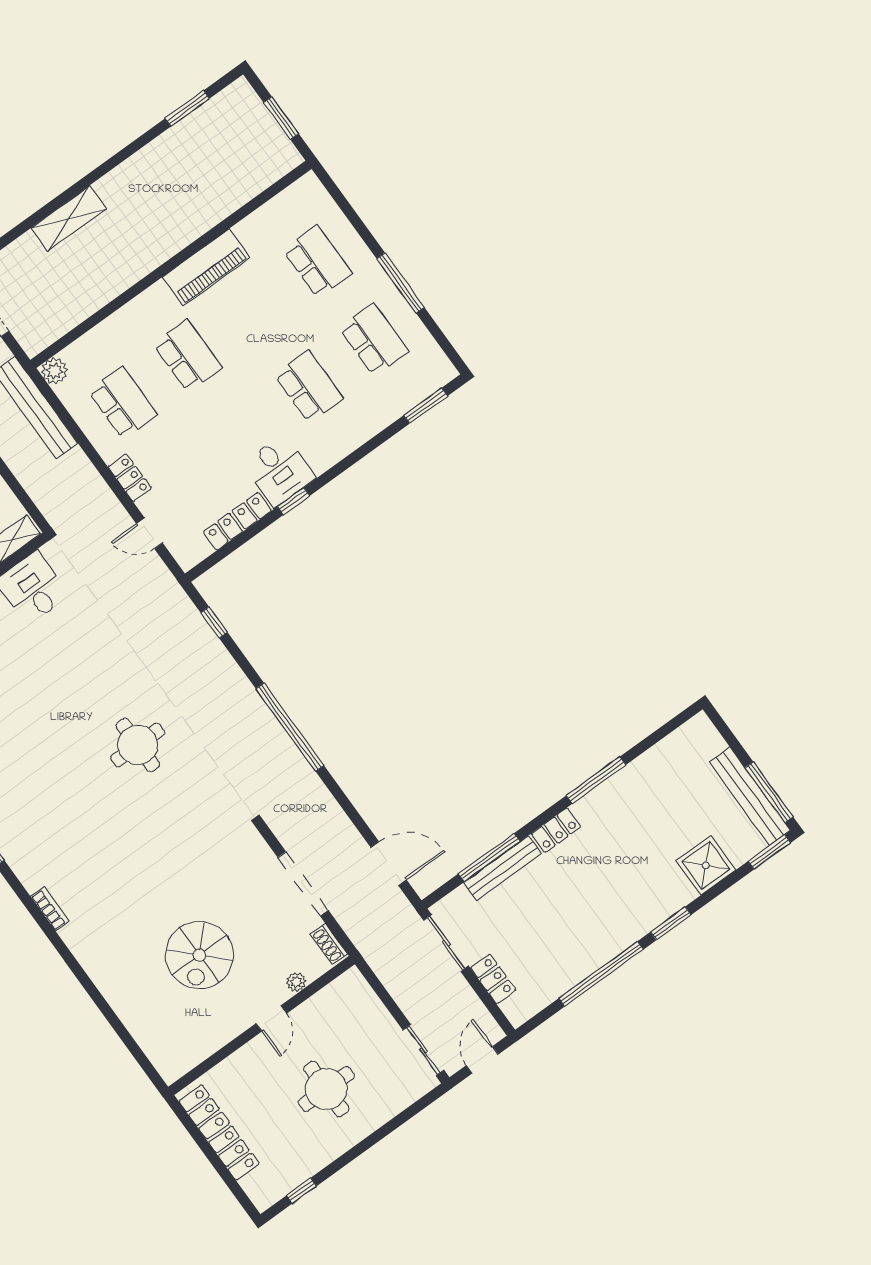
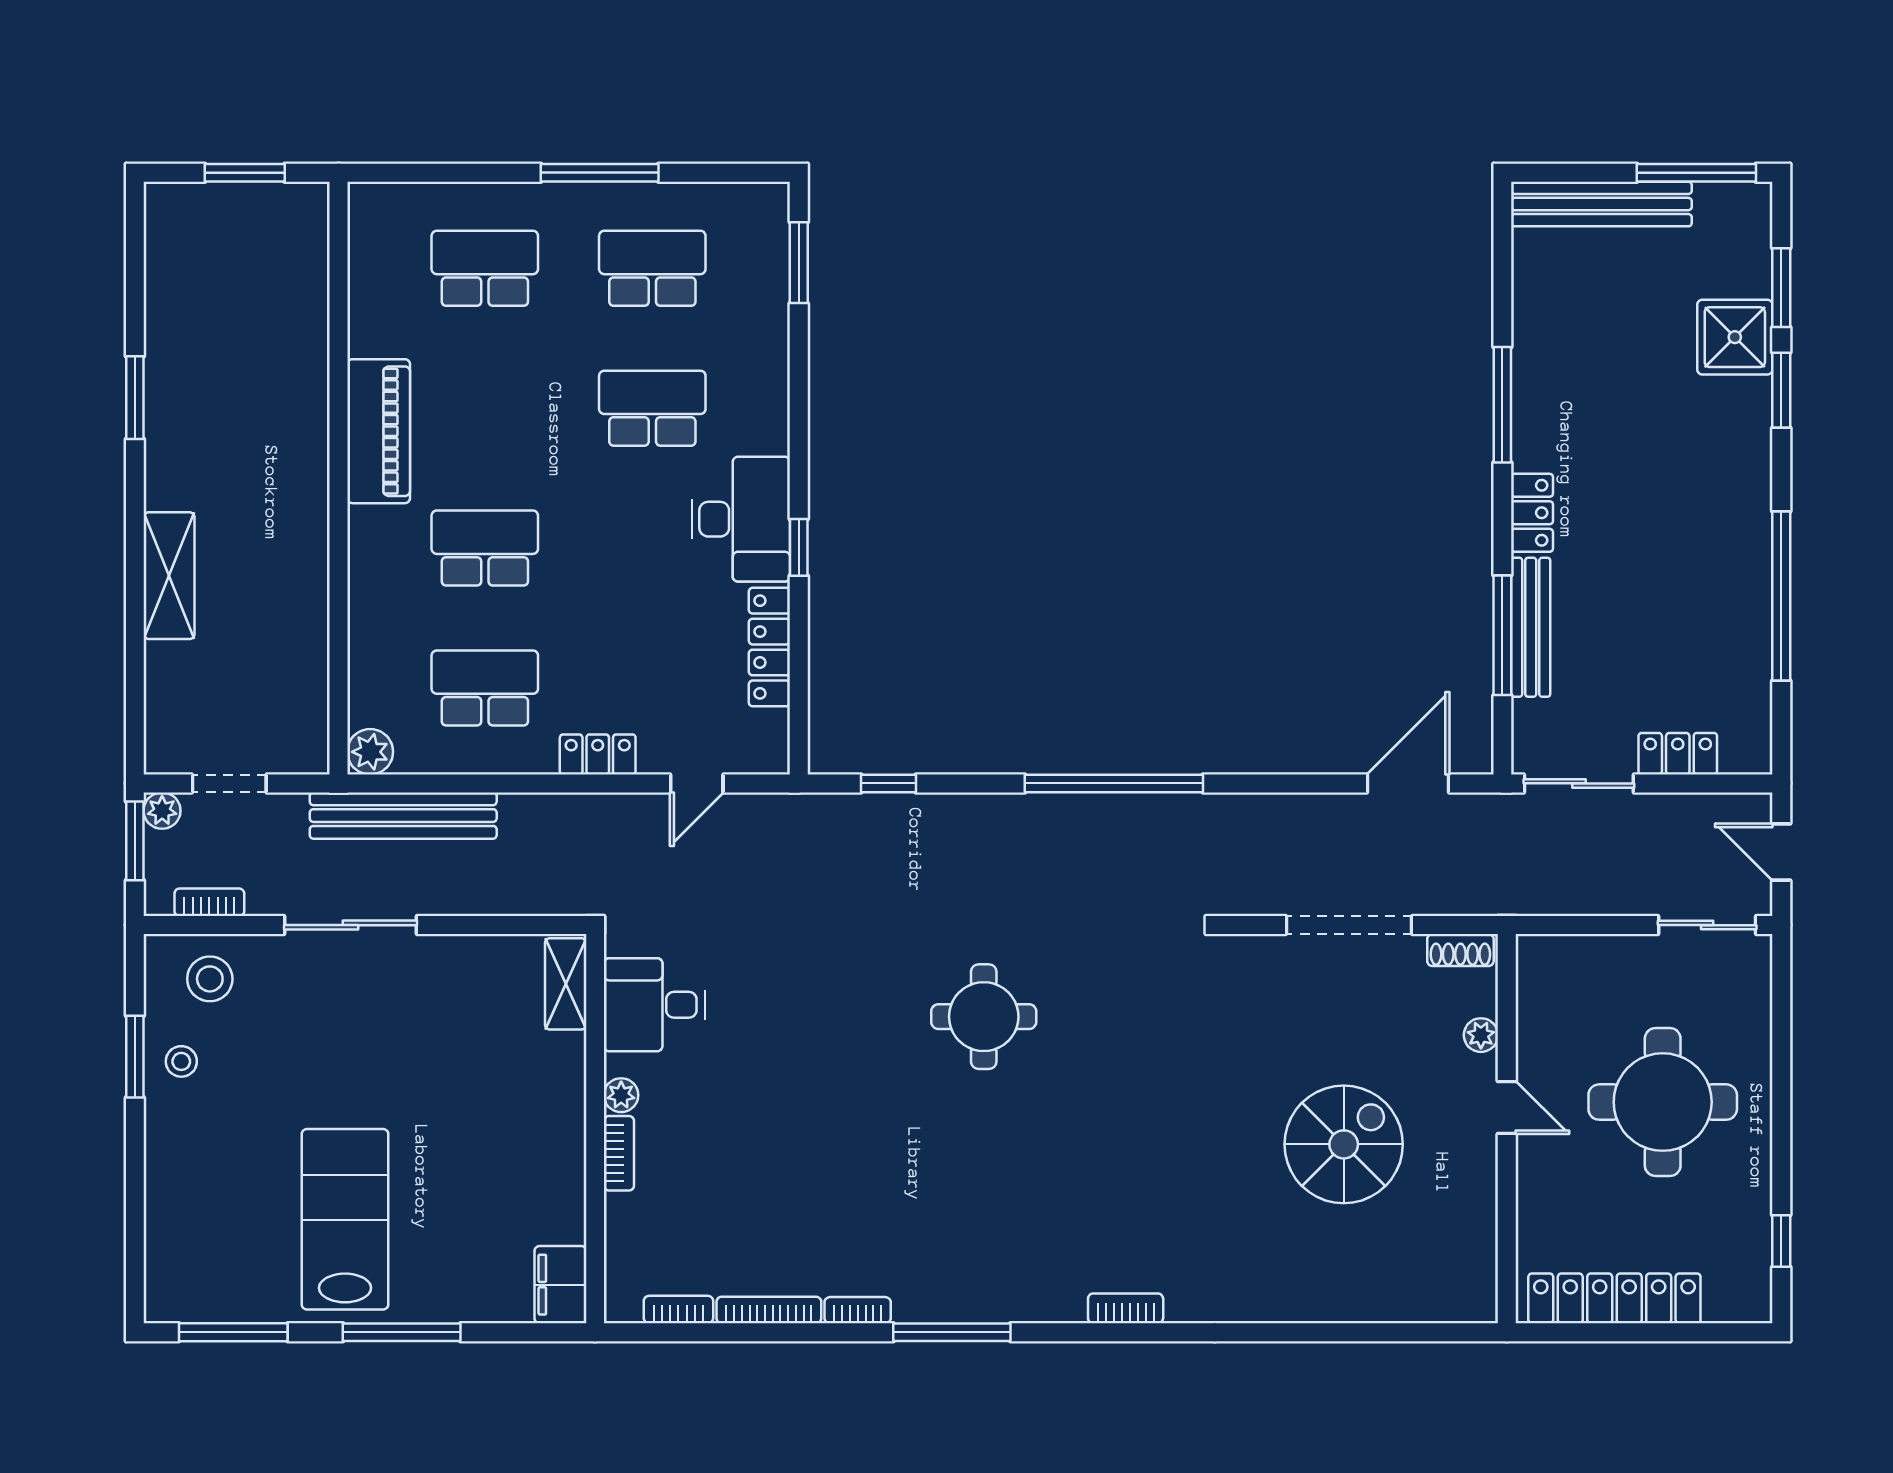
window: (187, 109) -> (135, 398), moved
desk: (279, 471) -> (741, 519), width x1.37
bench: (750, 796) -> (1601, 204), moved
window: (769, 852) -> (1781, 288), moved
window: (671, 923) -> (1781, 390), moved
spiral stairs: (199, 955) -> (1344, 1144), turned -90
round table: (326, 1089) -> (1663, 1102), width x1.36, depth x1.36

